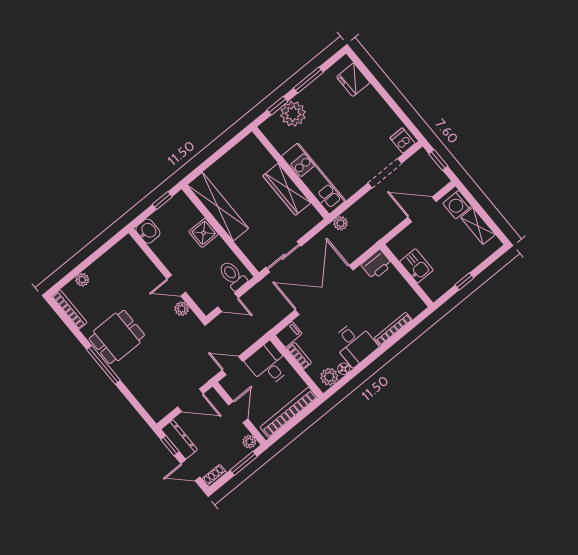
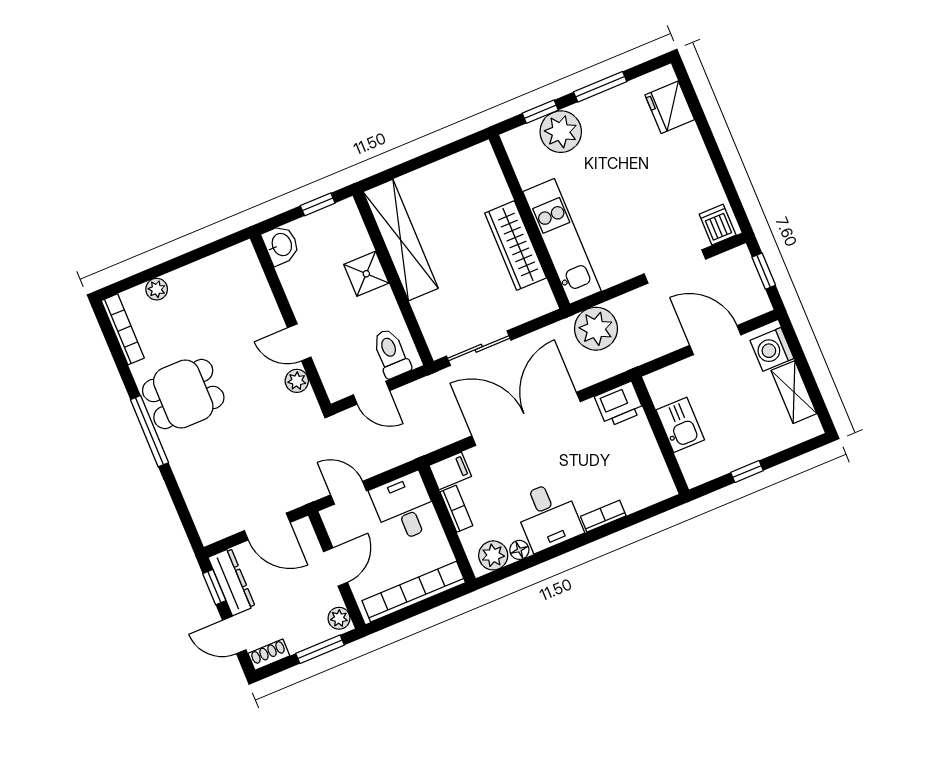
plant: (341, 223) -> (596, 329), width x1.88, depth x1.88
bookcase: (393, 329) -> (603, 516), width x0.64

